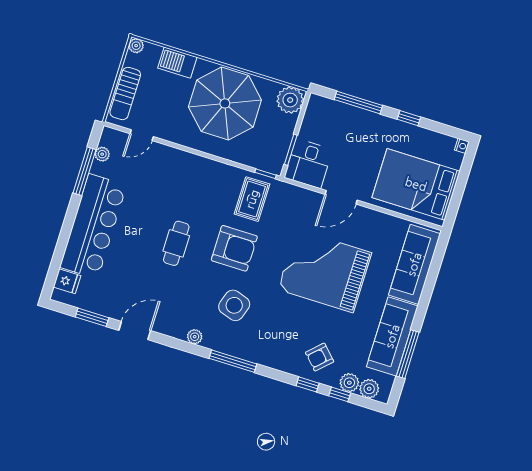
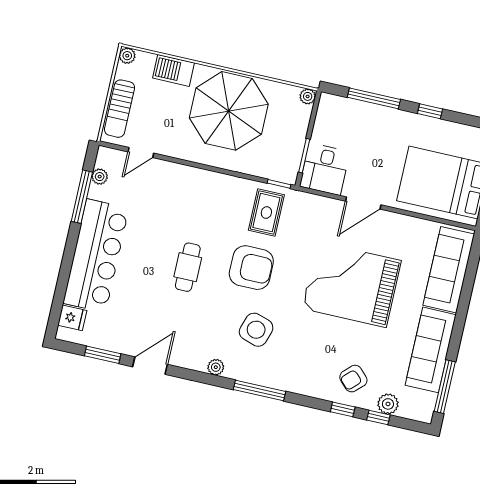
plant: (290, 100) -> (308, 96), width x0.53, depth x0.53
window: (408, 354) -> (445, 387), moved
plant: (369, 389) -> (410, 409), removed

